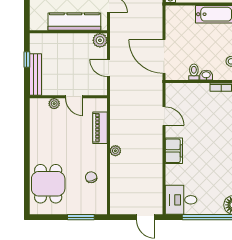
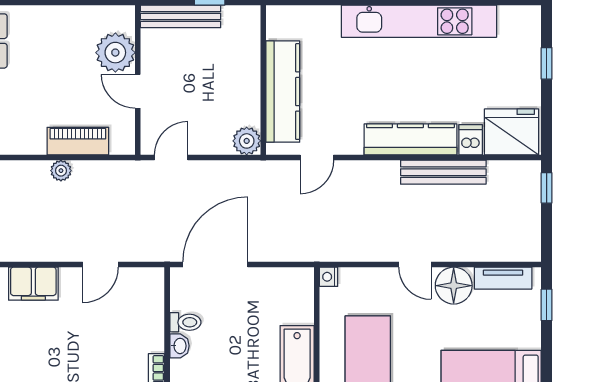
door: (109, 68) -> (171, 158), moved
door: (74, 97) -> (138, 91), hinge flipped
plant: (54, 104) -> (115, 53), width x1.88, depth x1.88
plant: (115, 151) -> (61, 171), moved

